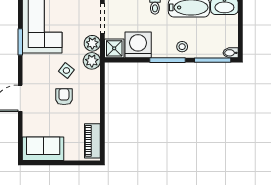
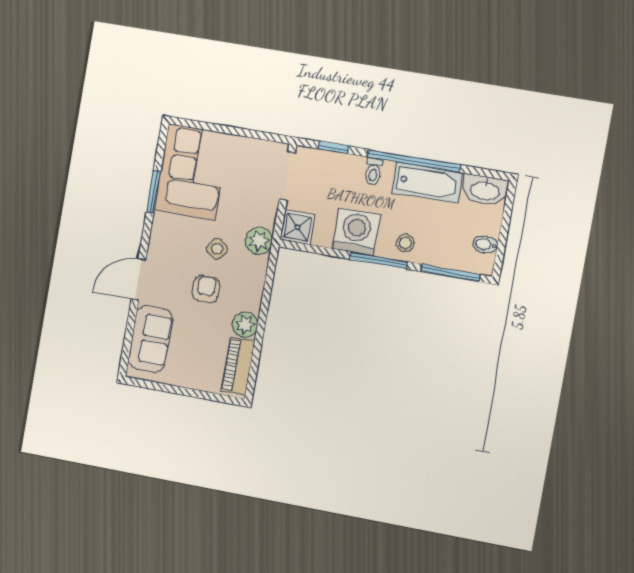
plant: (92, 43) -> (245, 325), moved
washing machine: (138, 45) -> (356, 232), moved
bidet: (231, 53) -> (485, 244), moved
sofa: (43, 149) -> (150, 339), moved, turned 90

